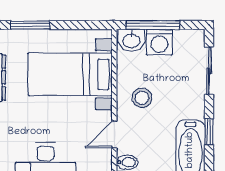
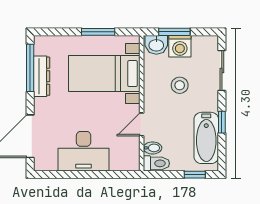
window: (30, 25) -> (98, 32), moved
window: (153, 25) -> (174, 32), width x0.69
stool: (142, 98) -> (180, 85), moved

